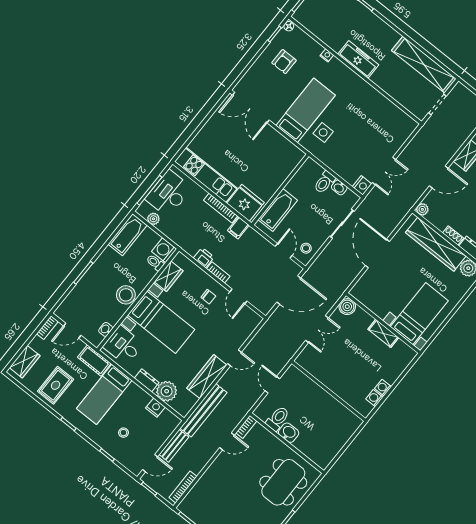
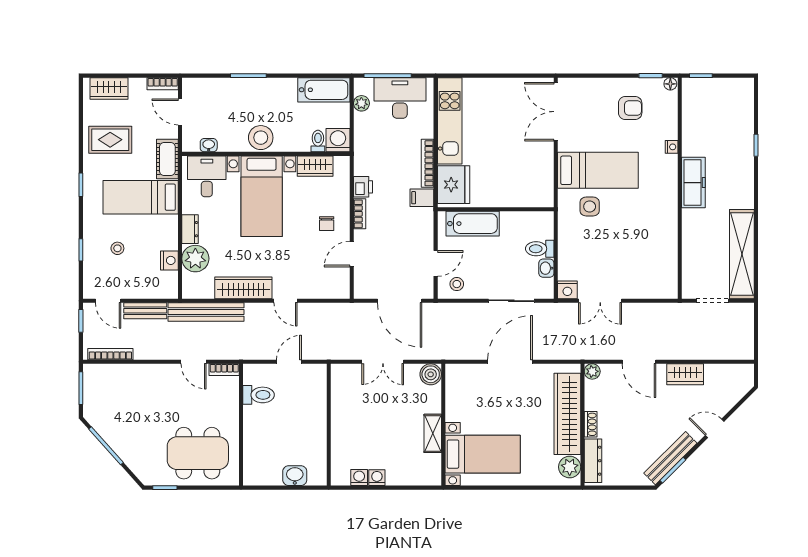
armchair: (284, 62) -> (630, 108), turned 180
washbasin: (289, 433) -> (295, 476), moved, turned -90

